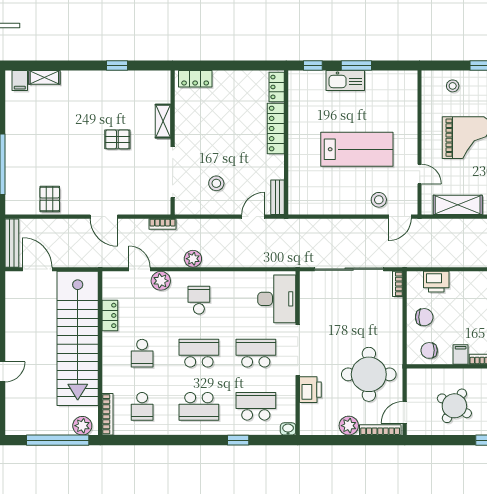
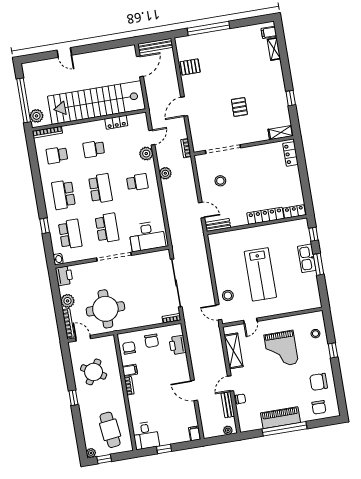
shelving: (163, 121) -> (281, 133), moved
printer: (310, 390) -> (64, 276), moved, turned -90

